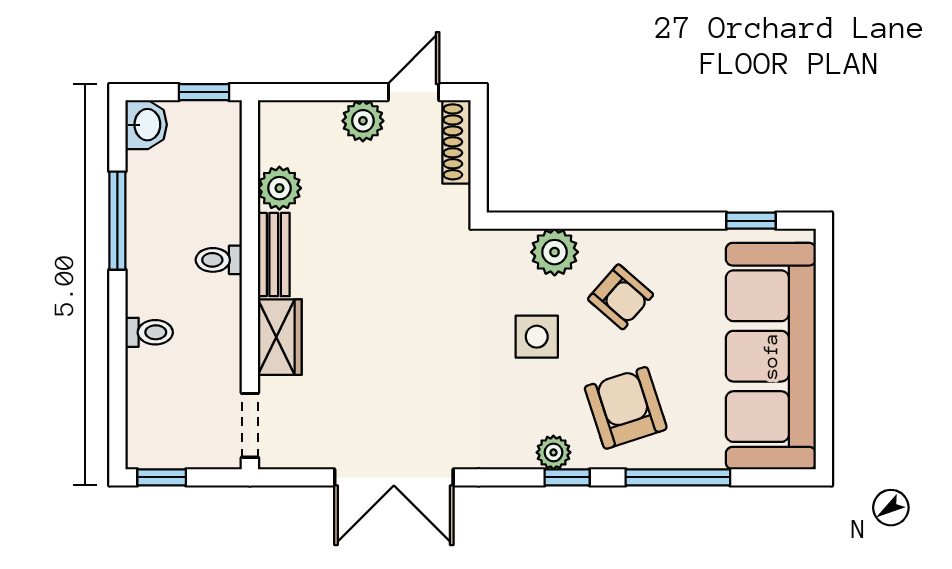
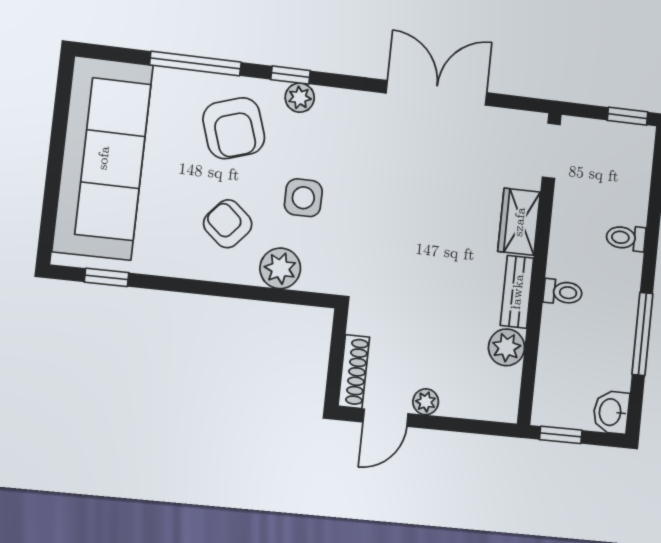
plant: (363, 121) -> (426, 402), width x0.73, depth x0.73

